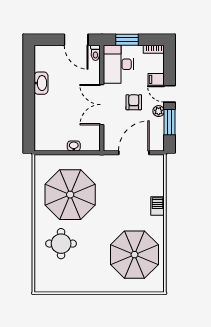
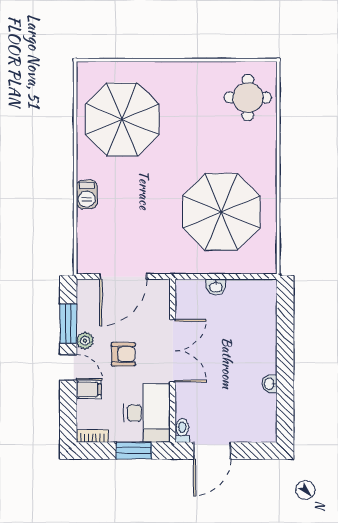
door: (76, 40) -> (212, 451), swing flipped
washbasin: (41, 83) -> (270, 384), width x0.52, depth x0.69
armchair: (134, 102) -> (123, 354), turned -90
round table: (61, 244) -> (248, 98), moved

